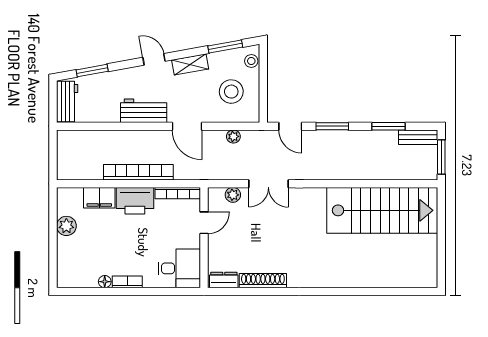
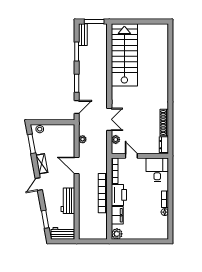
stool: (231, 92) -> (57, 140), removed
workbench: (144, 111) -> (68, 201), moved
door: (187, 126) -> (77, 166), swing flipped
plant: (66, 226) -> (117, 234), moved

